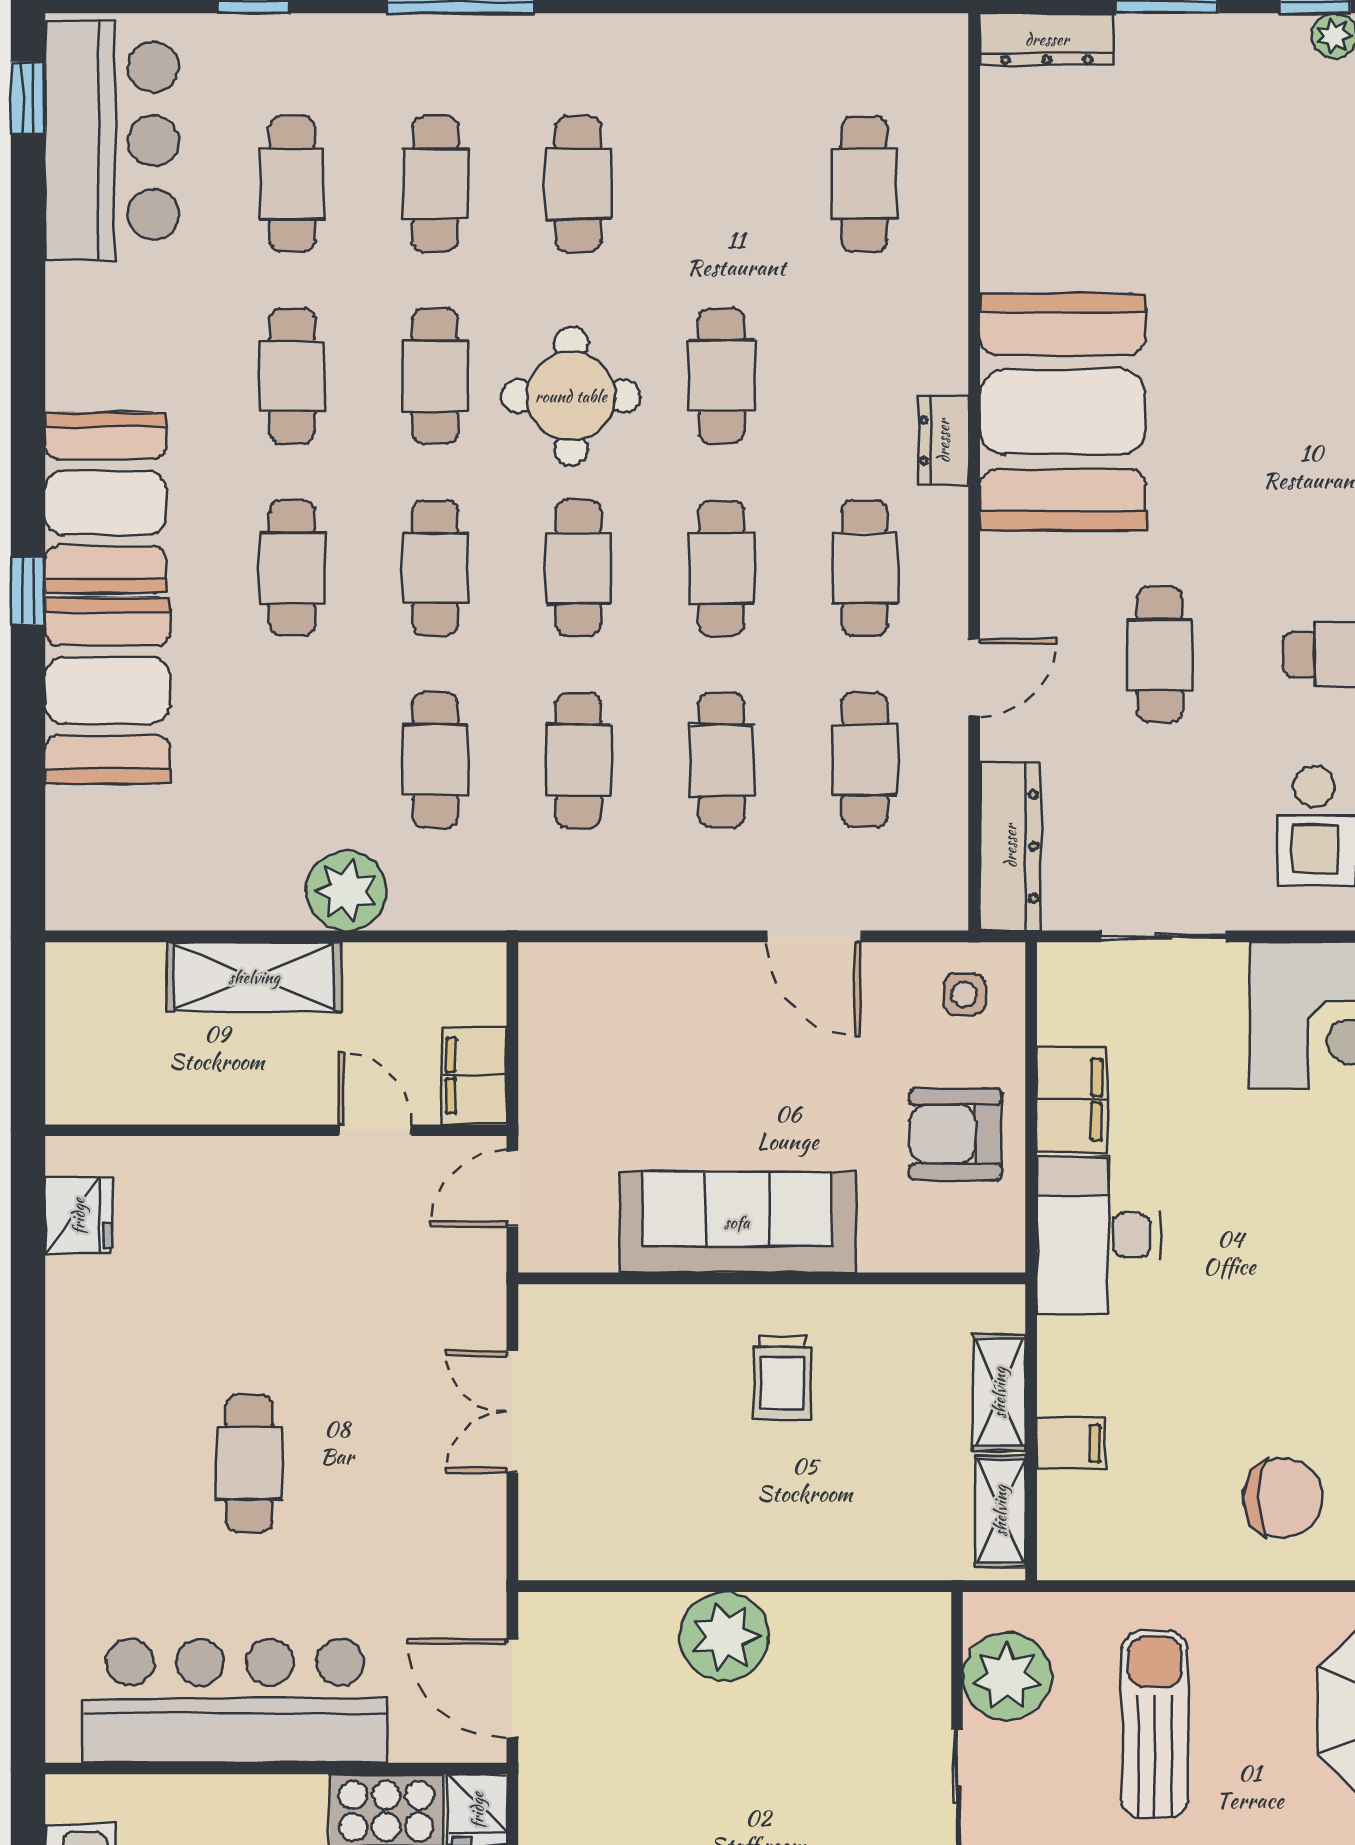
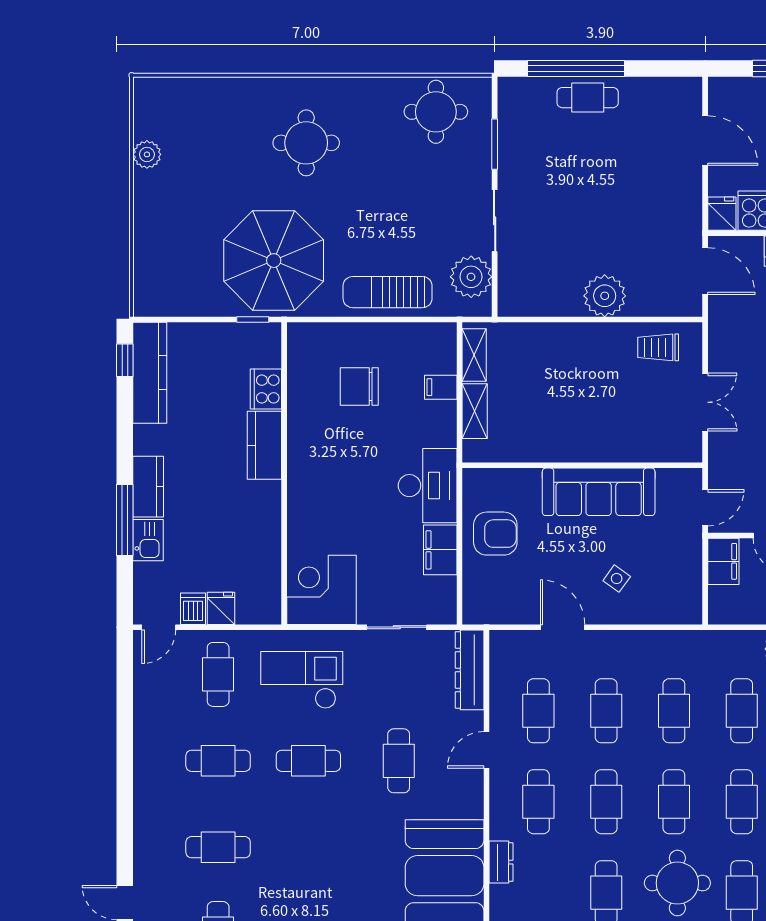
side table: (964, 994) -> (617, 579), moved, turned 36
trolley: (782, 1378) -> (658, 347), moved, turned -90
chair: (1283, 1498) -> (359, 387), moved
sun lounger: (1155, 1725) -> (388, 292), moved, turned 90

